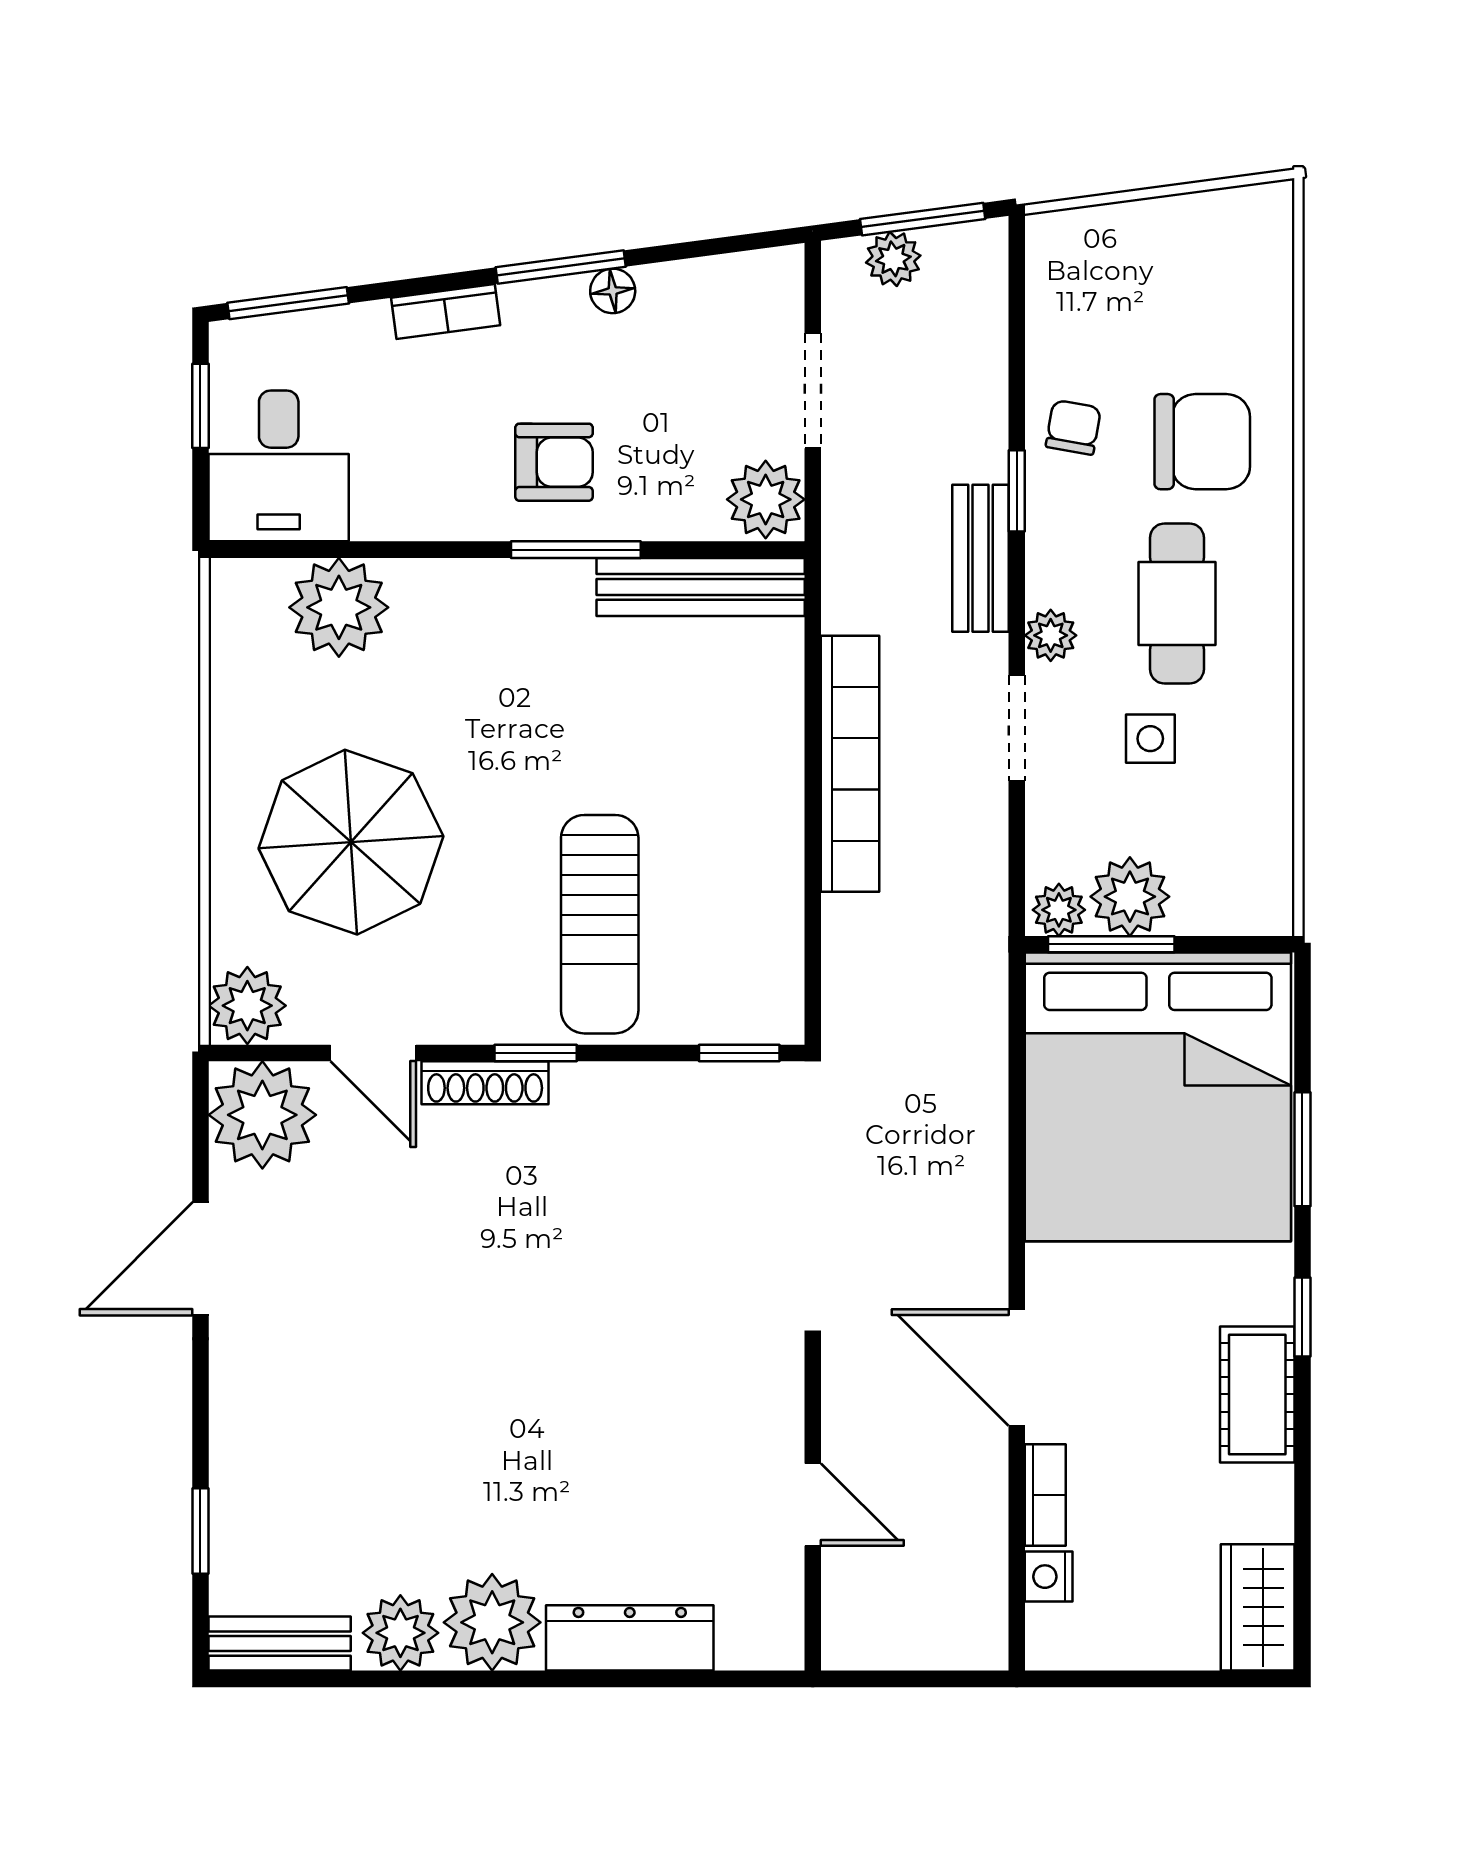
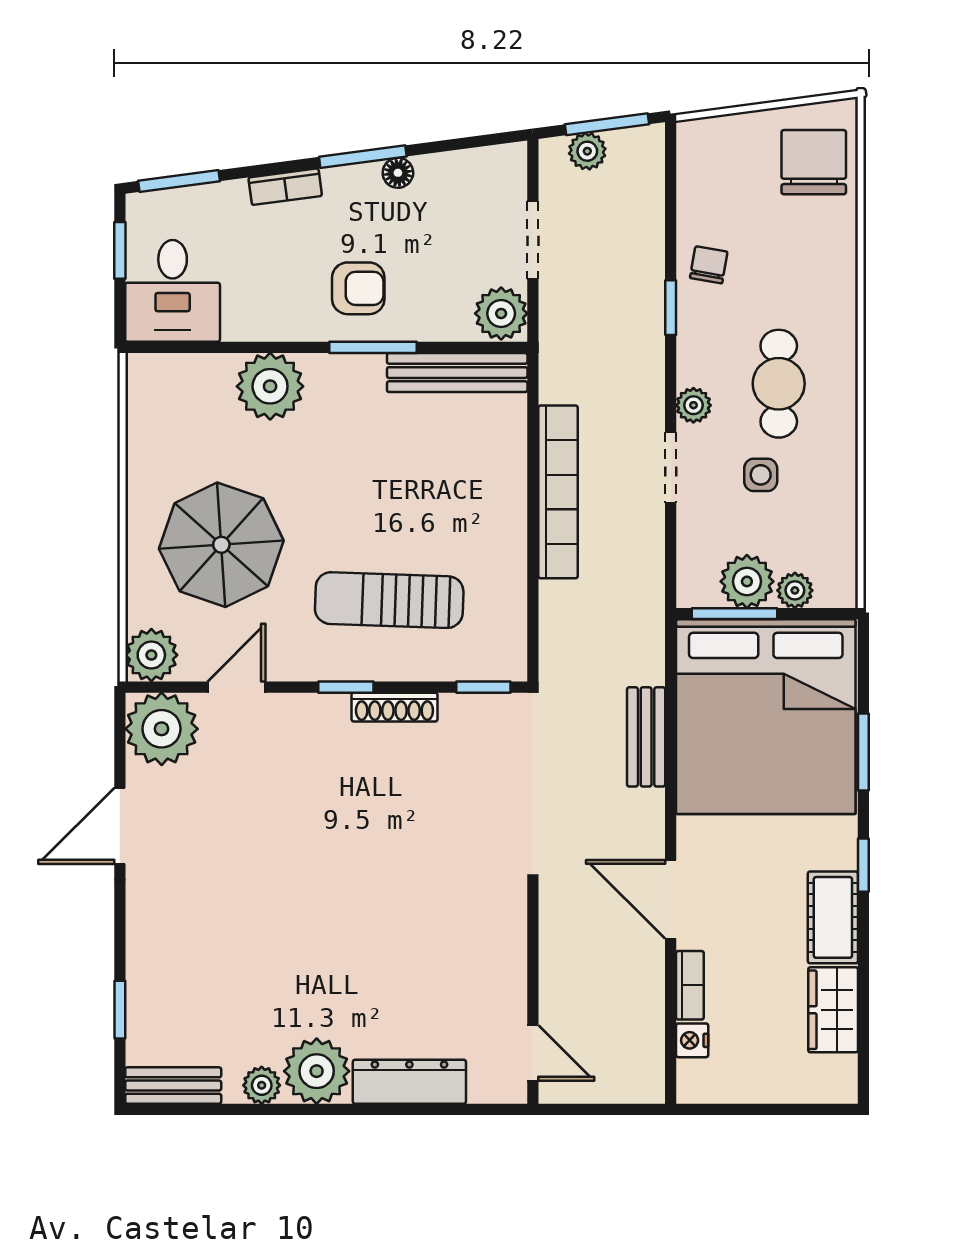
chair: (1202, 442) -> (814, 162), moved, turned -90
bench: (980, 558) -> (646, 737), moved
plant: (339, 607) -> (270, 386), moved
plant: (1059, 910) -> (795, 590), moved
sun lounger: (600, 924) -> (389, 600), turned 92
door: (373, 1053) -> (236, 687), swing flipped
shoe rack: (485, 1083) -> (394, 707), moved
door: (813, 1505) -> (533, 1053), moved
wardrobe: (1258, 1607) -> (833, 1010), moved
plant: (400, 1633) -> (262, 1085), width x0.73, depth x0.73

